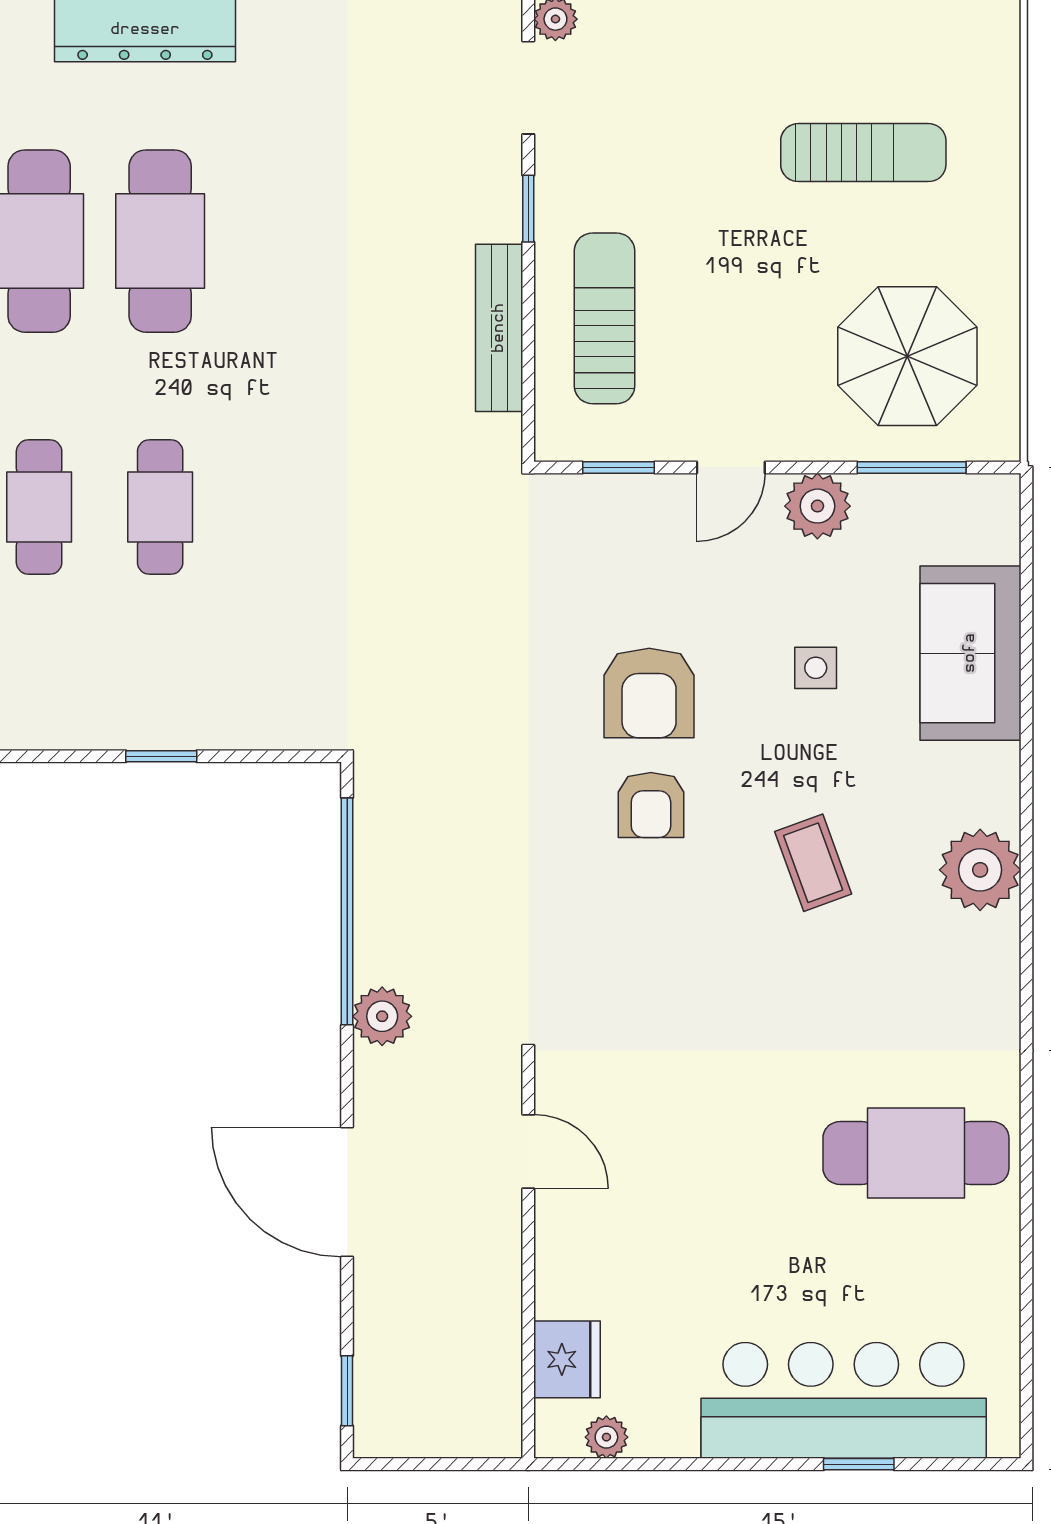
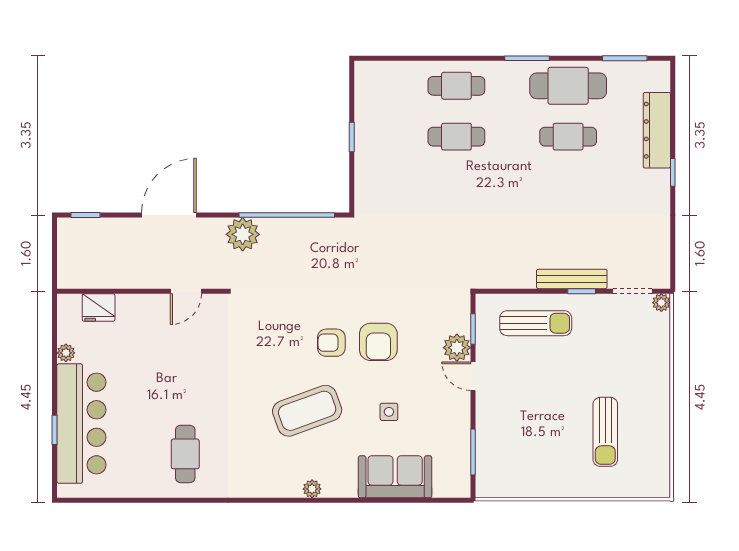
cafe table: (160, 241) -> (568, 137), width x0.73, depth x0.74
bench: (499, 328) -> (572, 279), moved
parasol: (907, 356) -> (520, 450), removed
plant: (817, 506) -> (457, 348), moved
armchair: (649, 693) -> (378, 342), turned -90
coffee table: (813, 863) -> (307, 411), width x1.86, depth x1.72
plant: (980, 870) -> (312, 489), width x0.53, depth x0.53
plant: (382, 1016) -> (243, 234), width x1.36, depth x1.36
cafe table: (916, 1153) -> (185, 454), width x0.73, depth x0.74
plant: (606, 1437) -> (66, 353), moved

